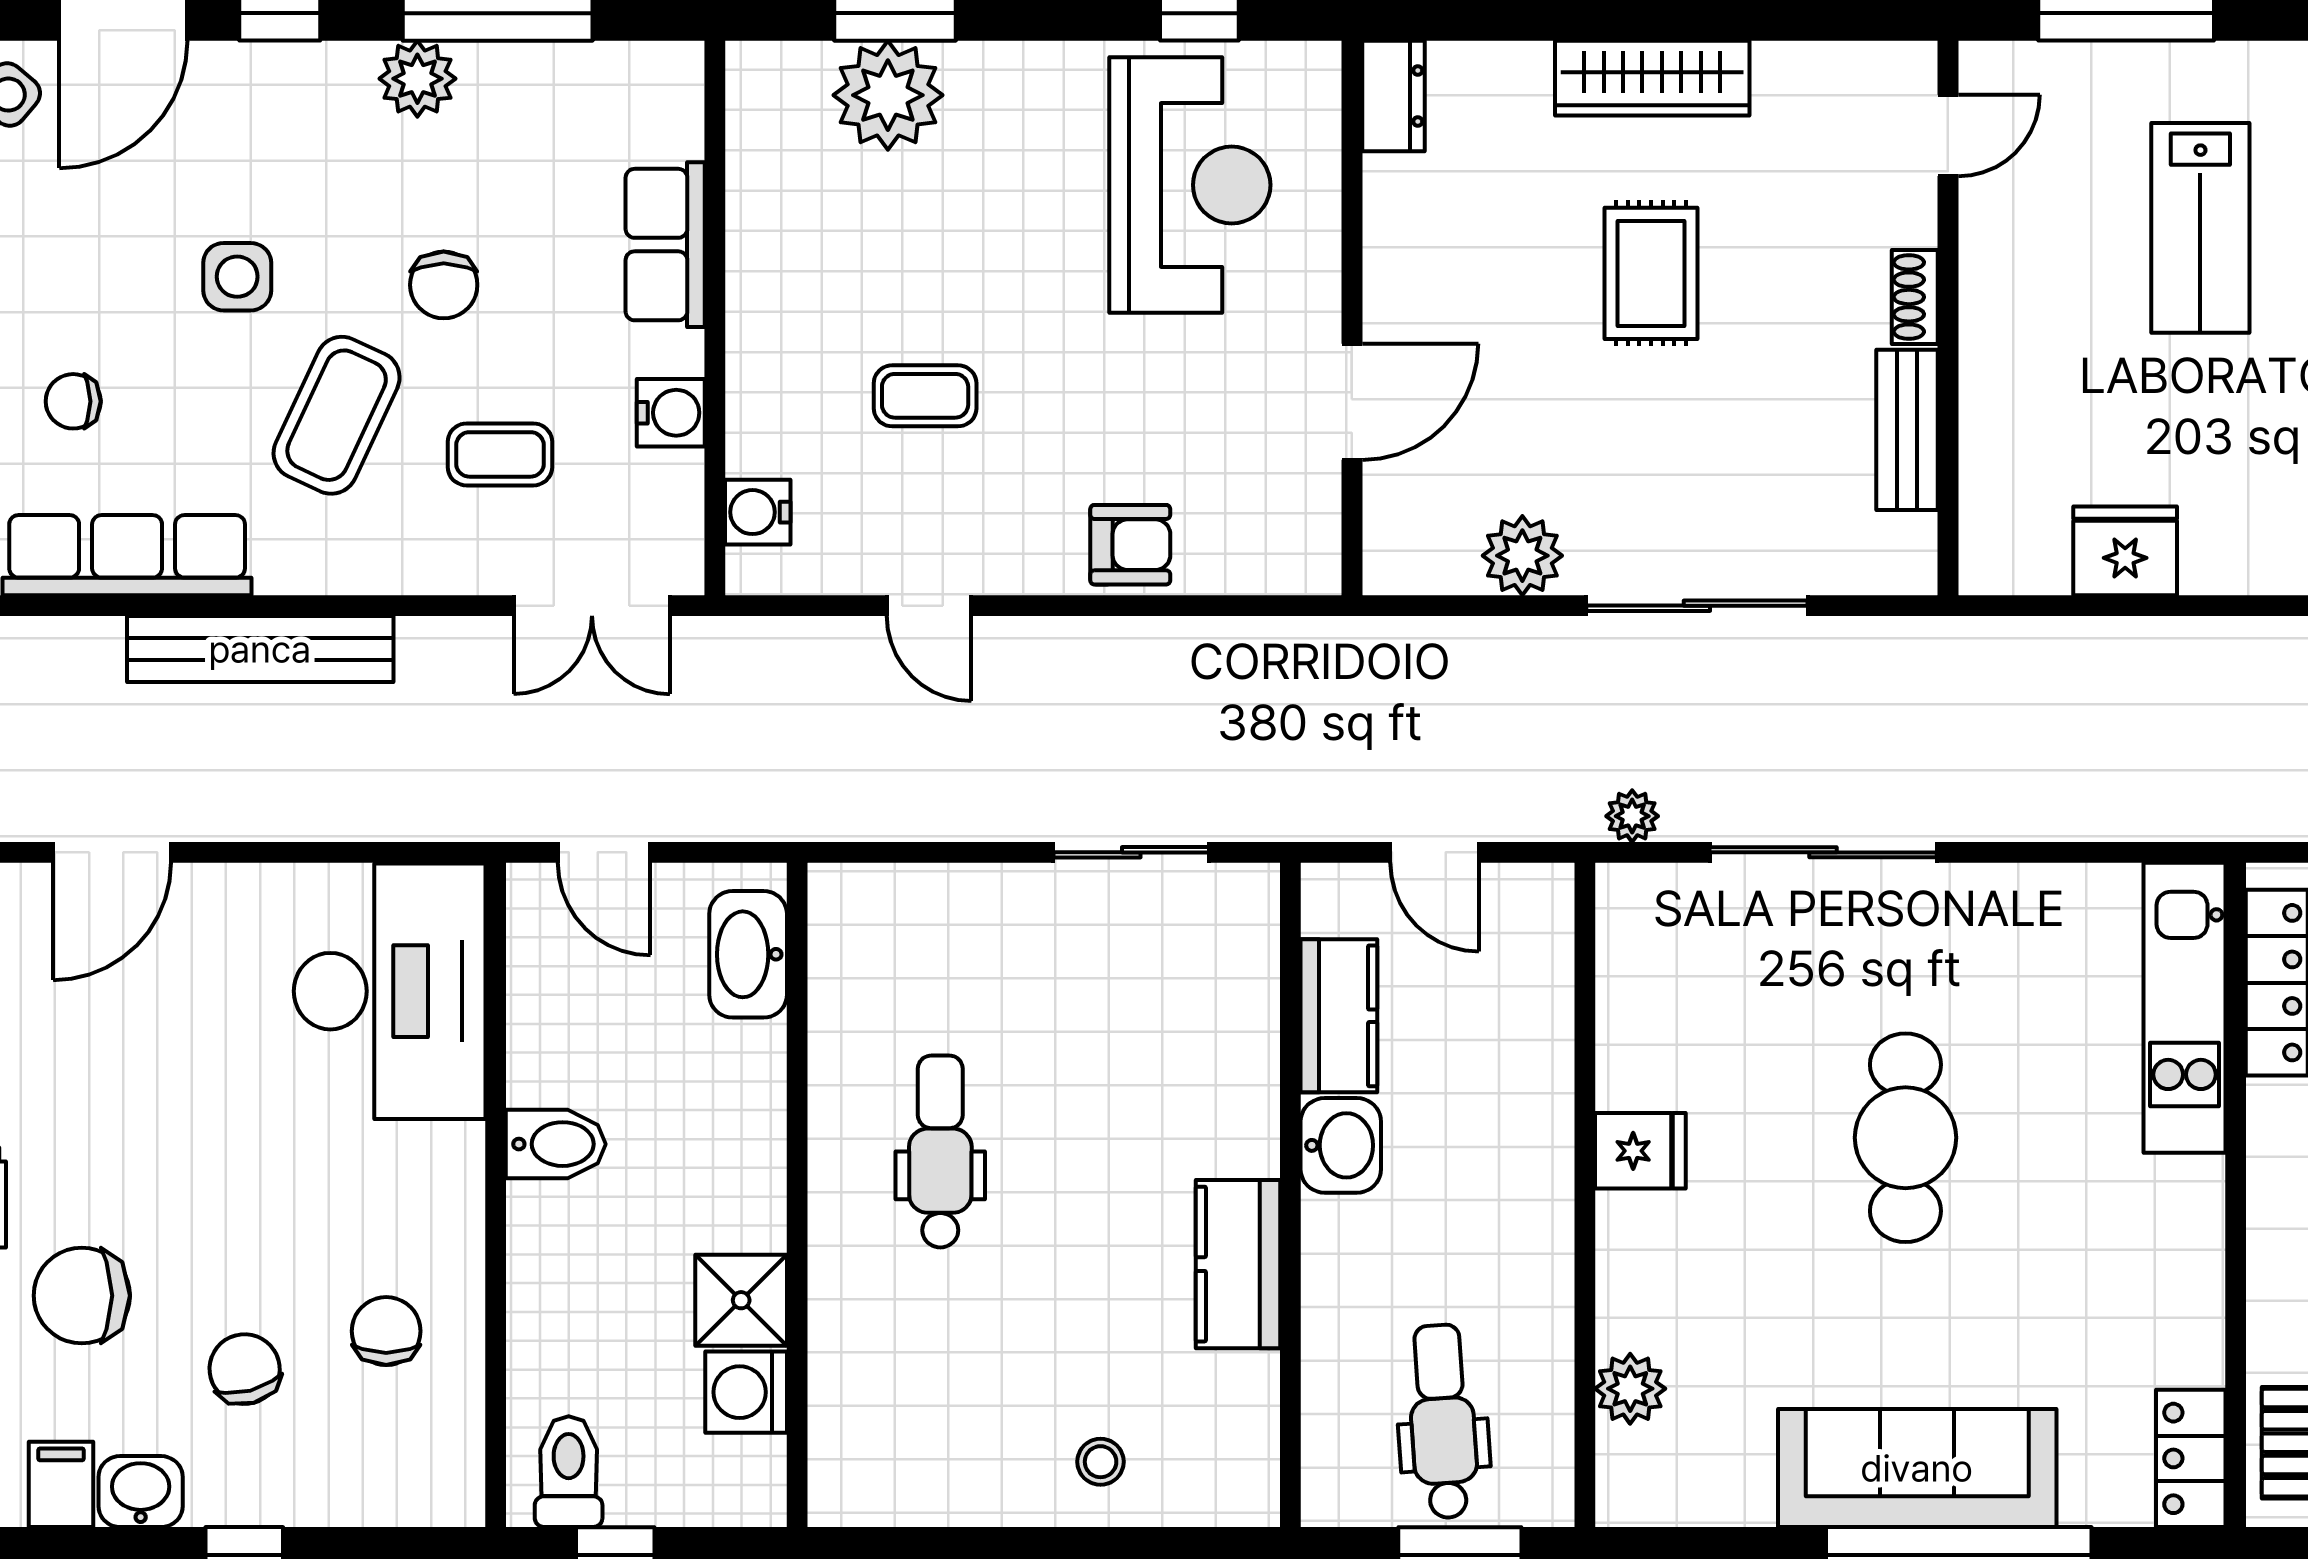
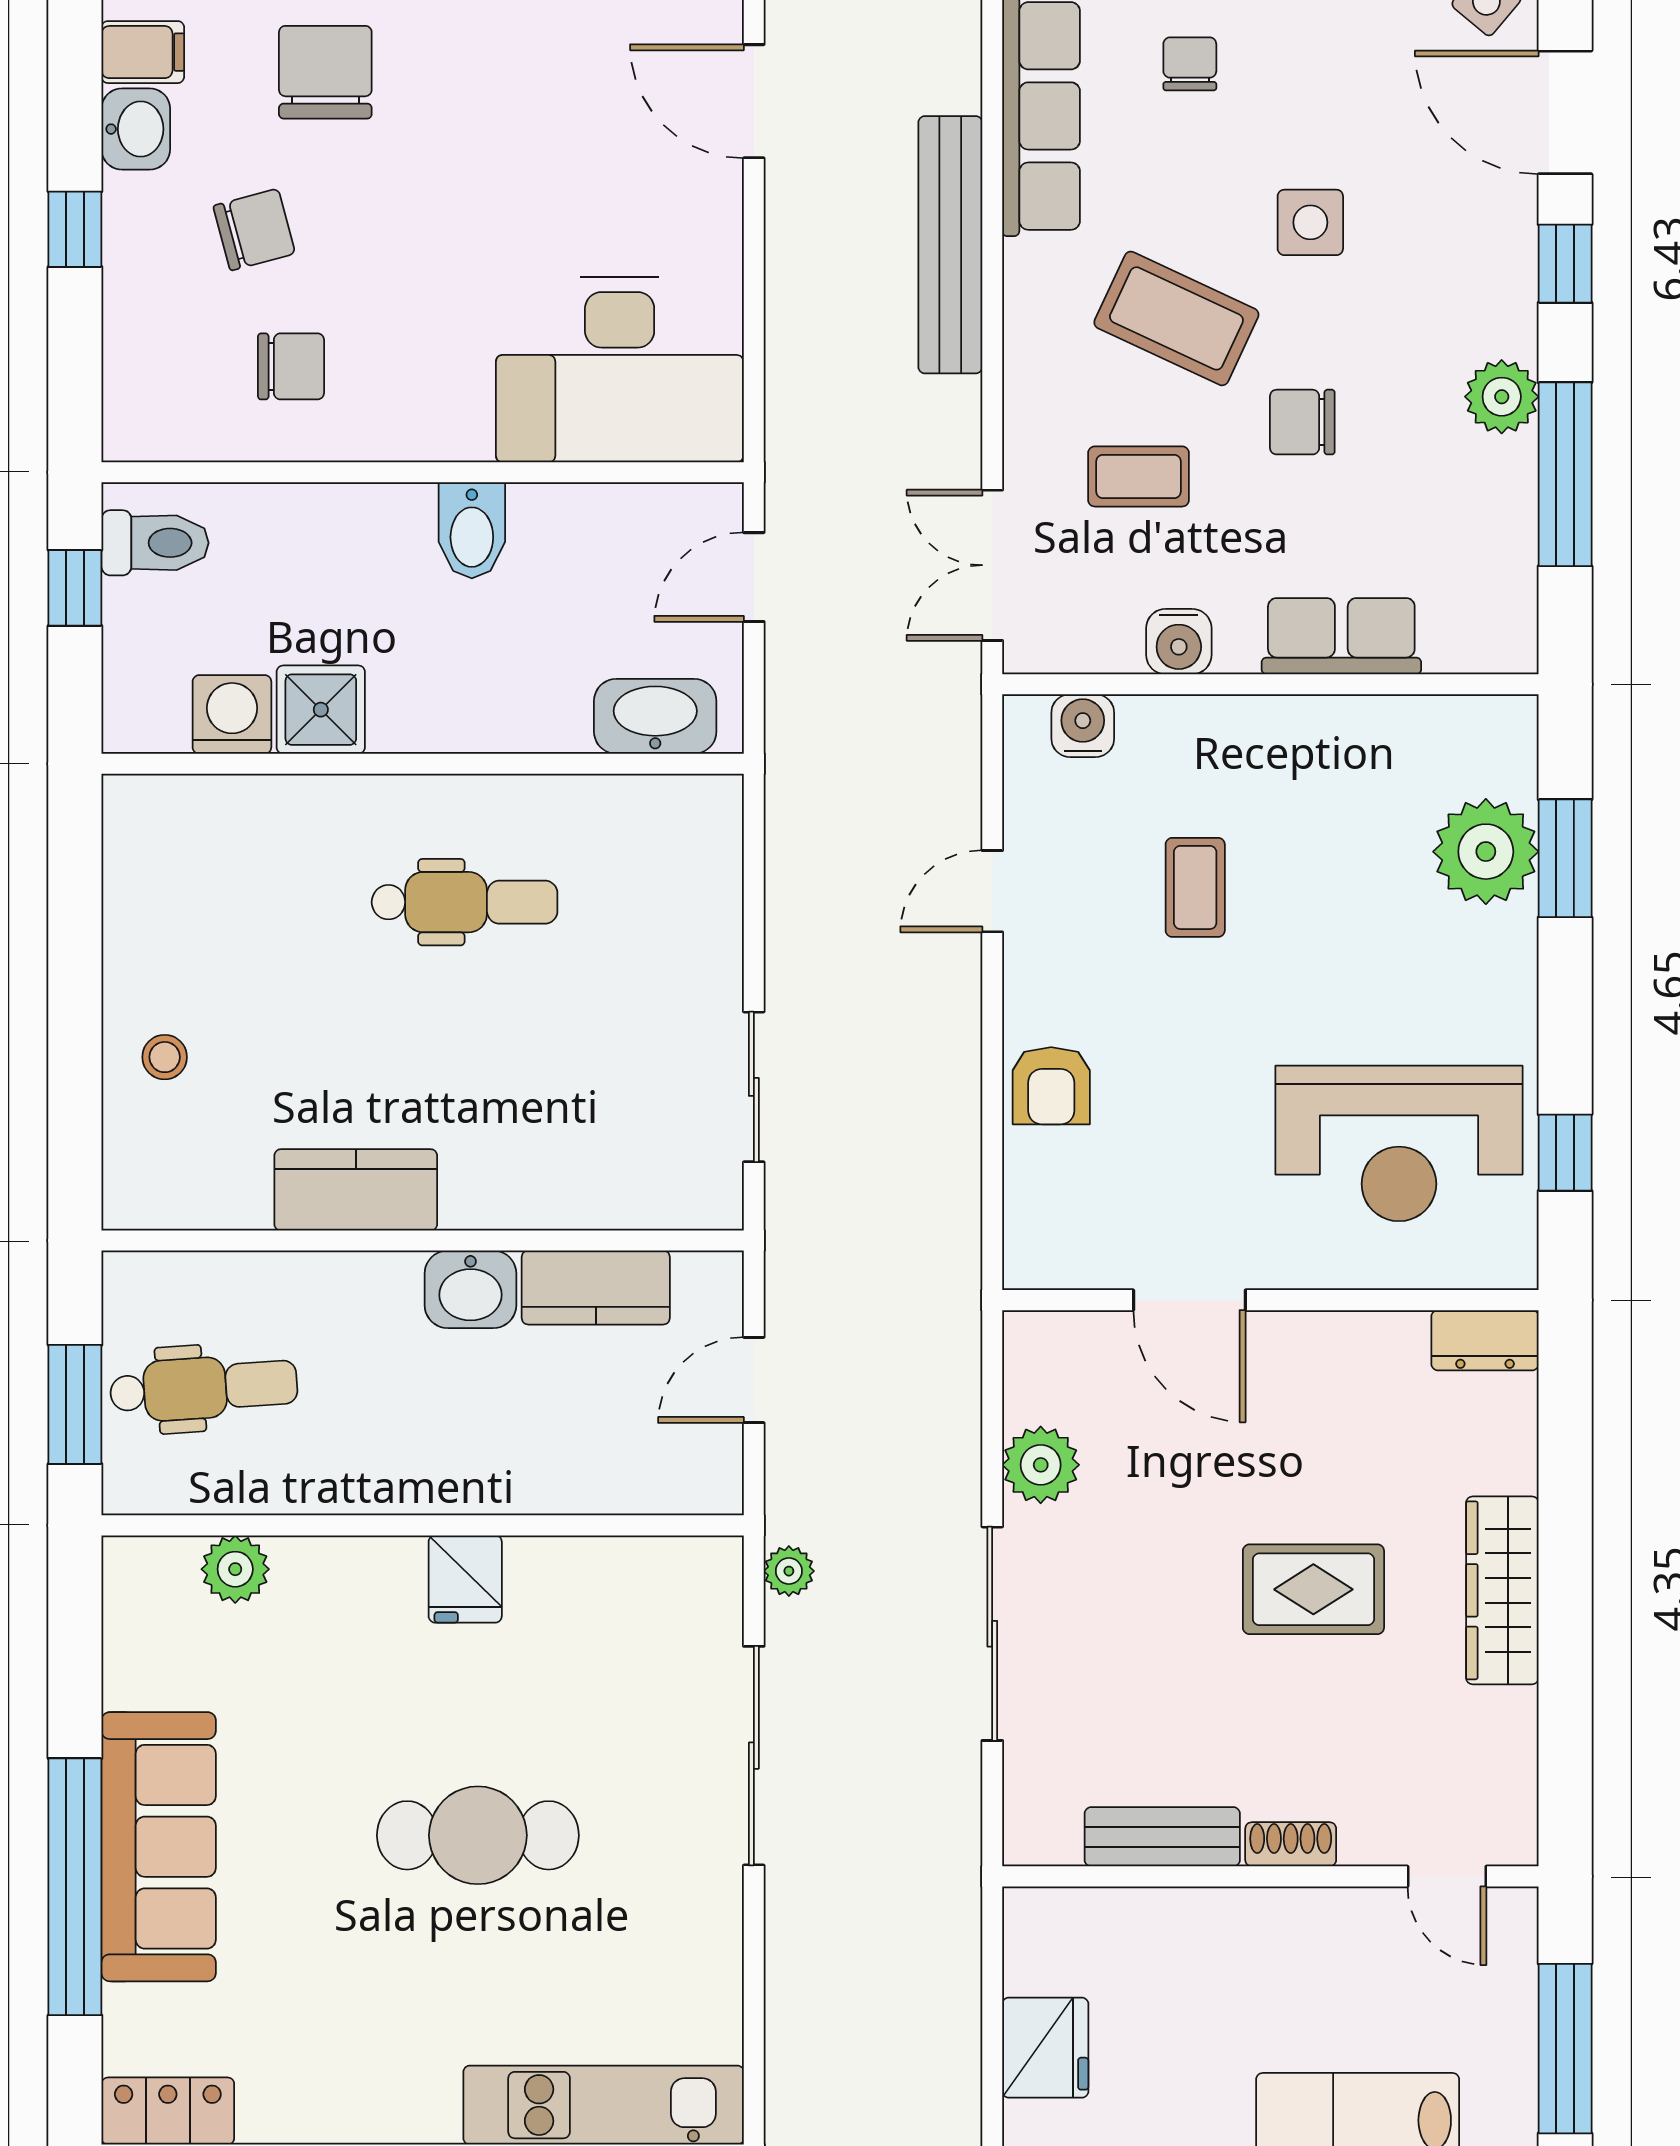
coffee table: (500, 454) -> (1138, 476), turned 90

